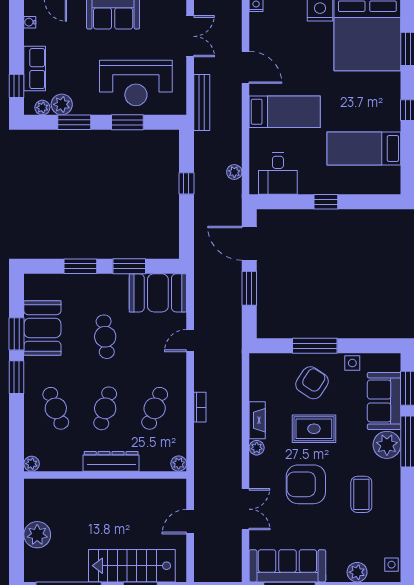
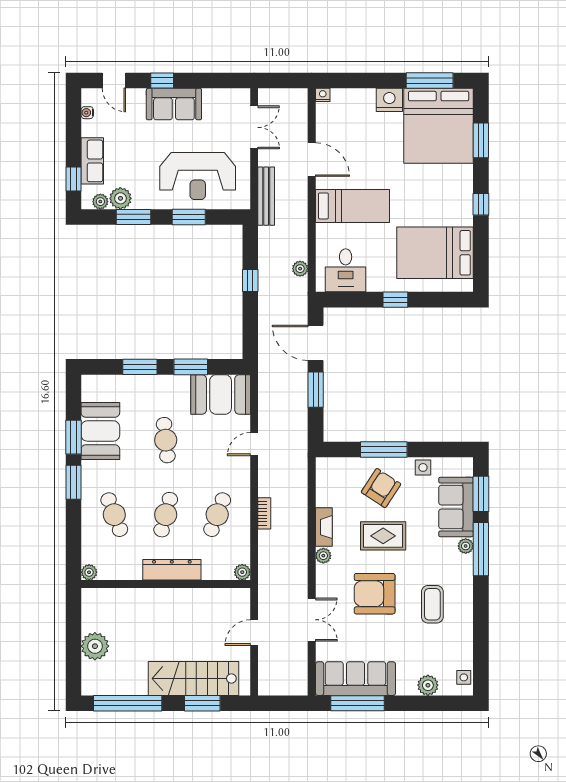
bed: (364, 149) -> (435, 253), width x1.50
plant: (387, 445) -> (466, 546), width x0.53, depth x0.53

